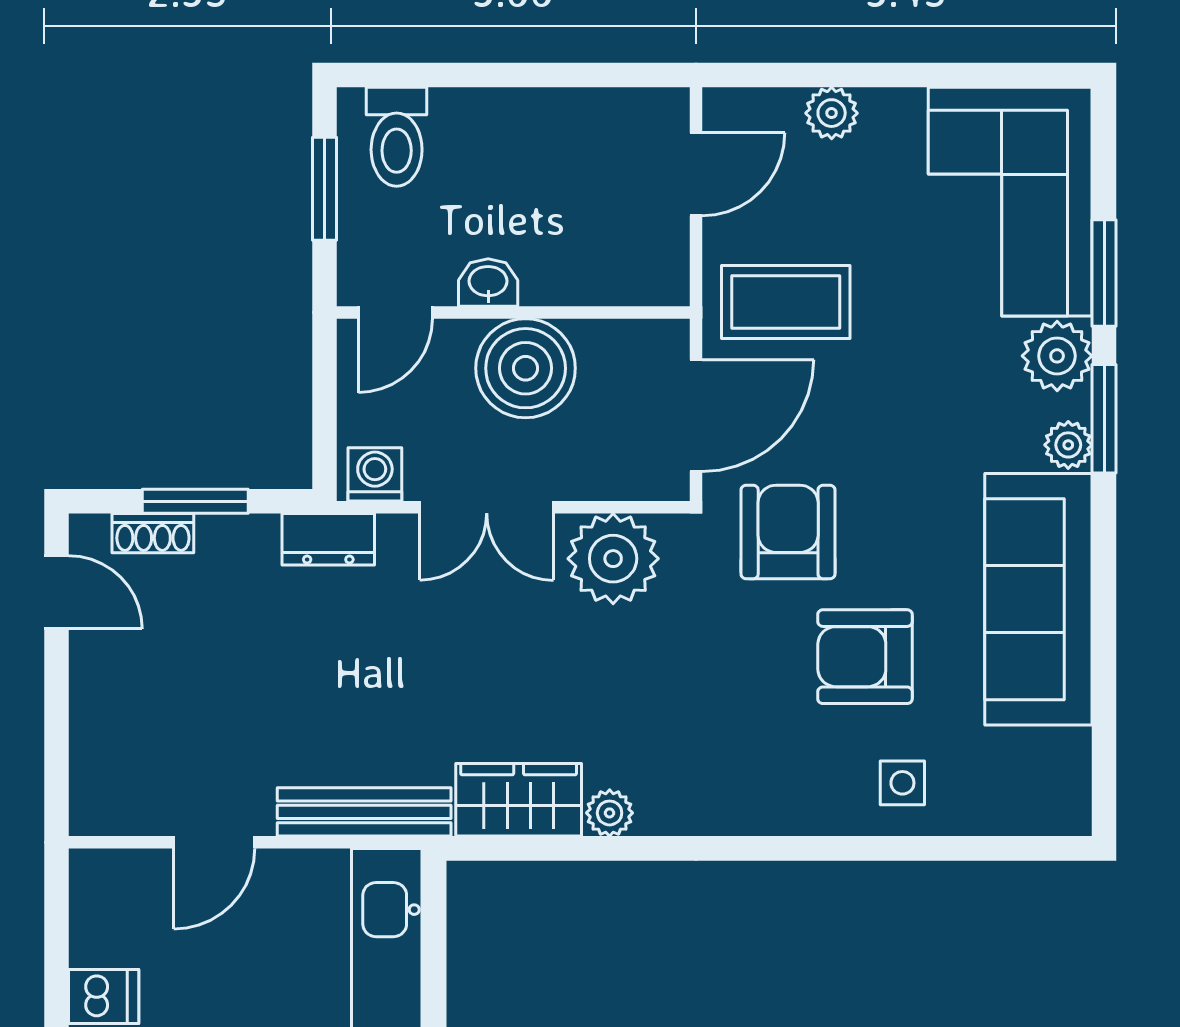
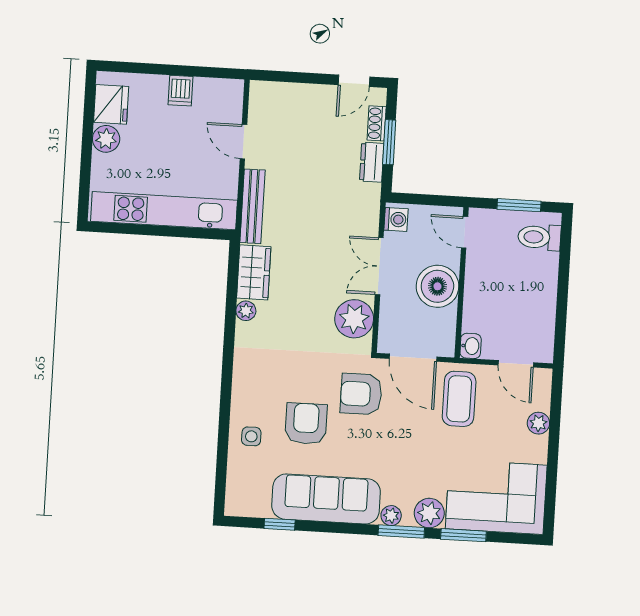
washbasin: (488, 283) -> (471, 346), moved
armchair: (788, 532) -> (361, 394), turned 180
dresser: (328, 539) -> (372, 162), moved
window: (1104, 705) -> (280, 524), added

